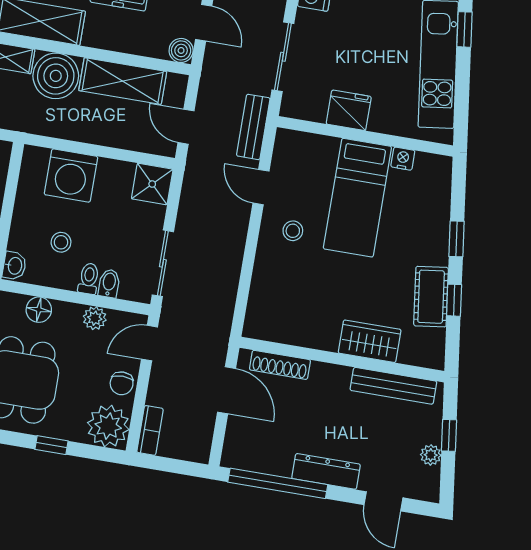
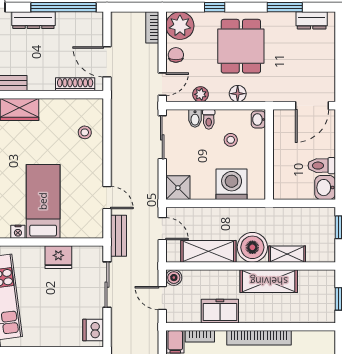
stool: (293, 231) -> (85, 132), moved

